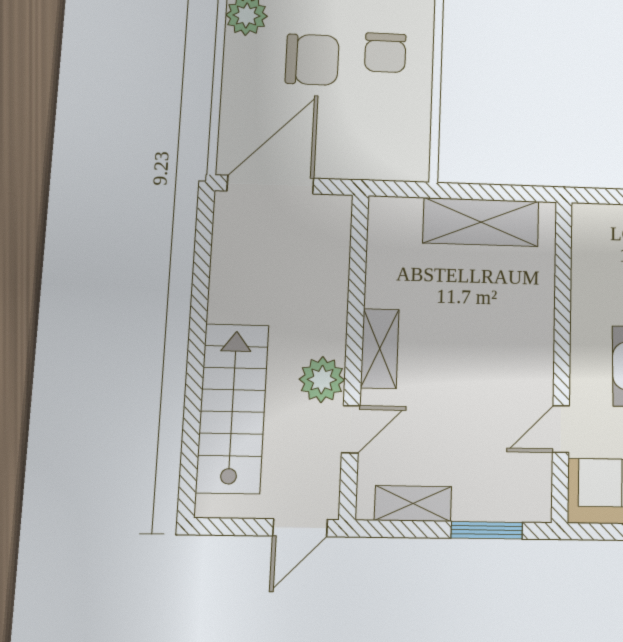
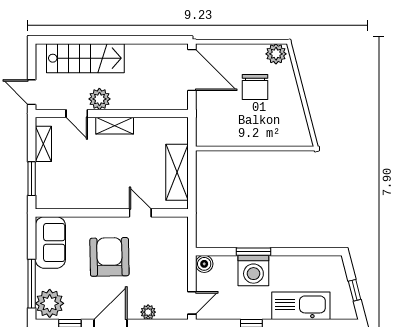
chair: (385, 53) -> (260, 123), removed
door: (561, 429) -> (140, 213), moved

